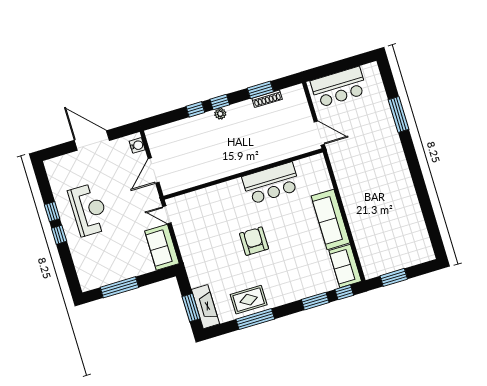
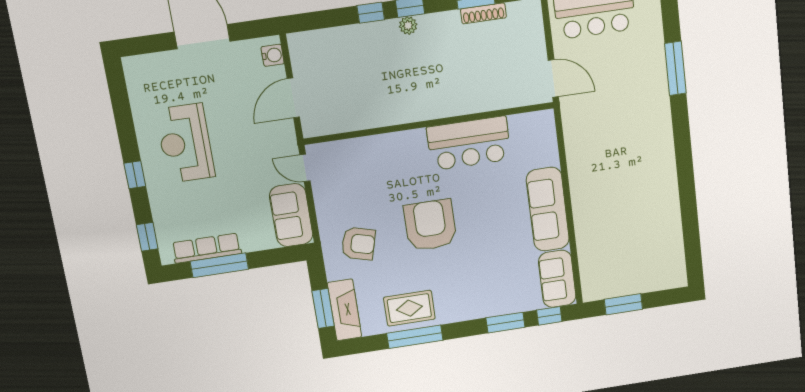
reception desk: (89, 210) -> (185, 143), turned 180
window: (52, 212) -> (147, 237), moved
armchair: (254, 241) -> (430, 225), width x1.36, depth x1.36
armchair: (208, 260) -> (358, 244), added
row of seats: (110, 277) -> (207, 248), added

